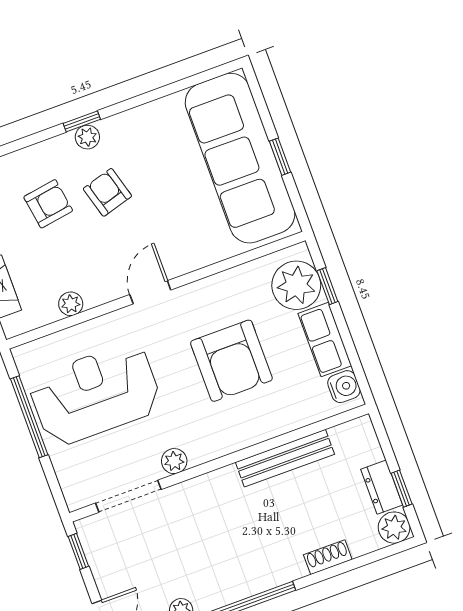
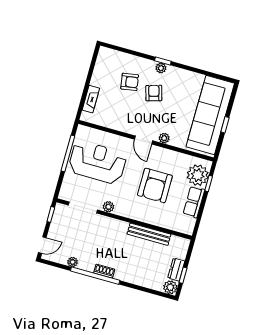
door: (150, 292) -> (143, 140), swing flipped
plant: (71, 304) -> (164, 138), moved
water cooler: (344, 387) -> (189, 224), removed
shoe rack: (328, 557) -> (104, 271), moved

